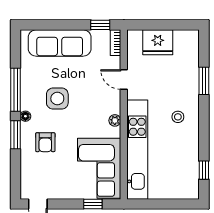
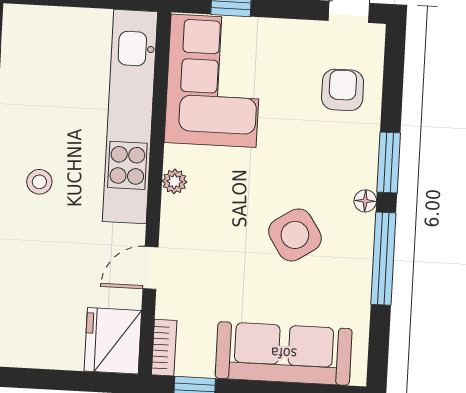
fridge: (158, 42) -> (113, 341), moved, turned -90
door: (124, 80) -> (151, 268), swing flipped
side table: (57, 99) -> (295, 235), turned -33
armchair: (45, 142) -> (343, 90), moved

